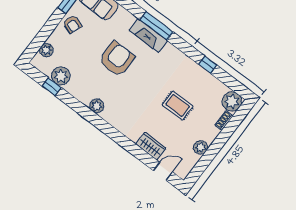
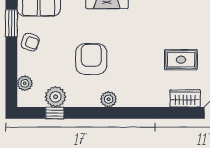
armchair: (117, 59) -> (91, 59), moved
rug: (178, 106) -> (181, 60), moved

